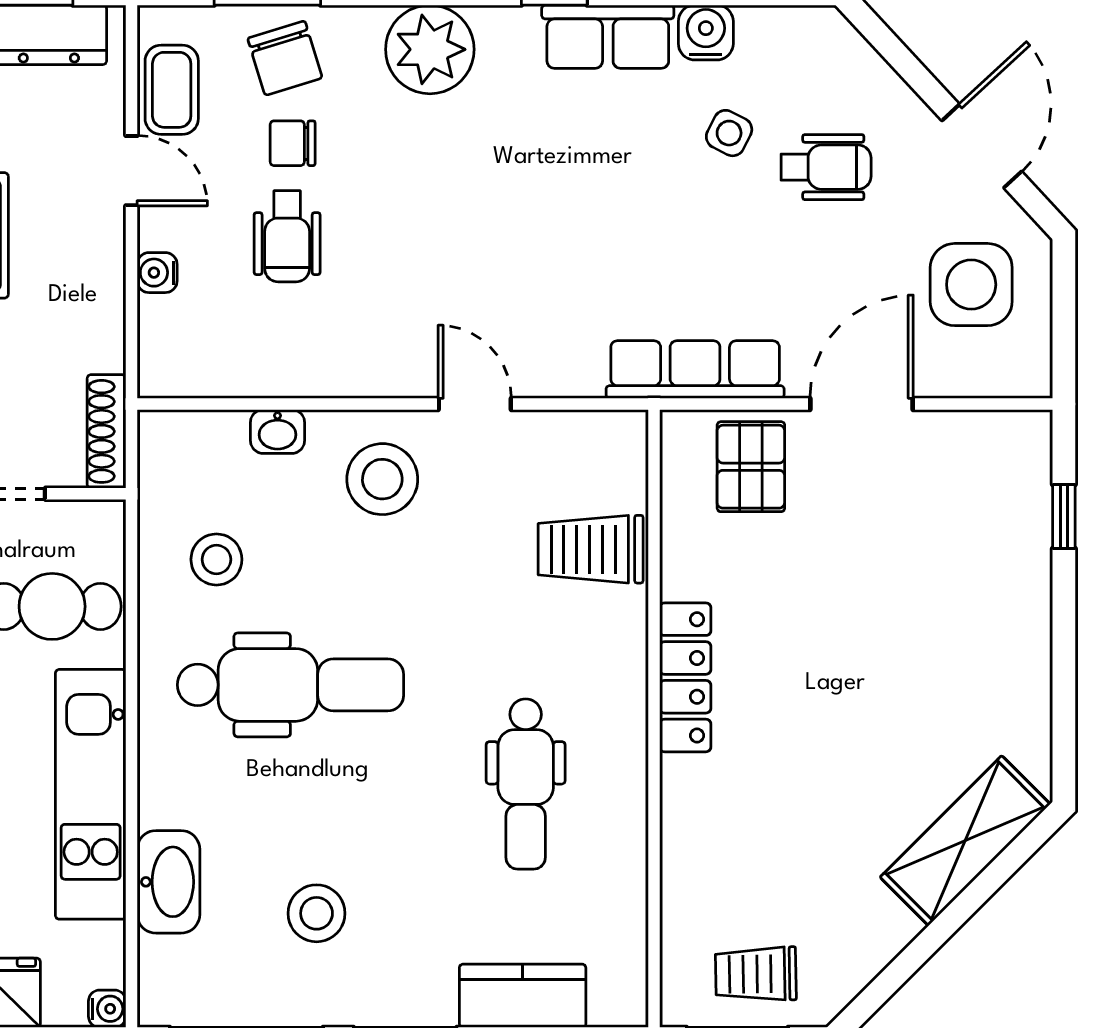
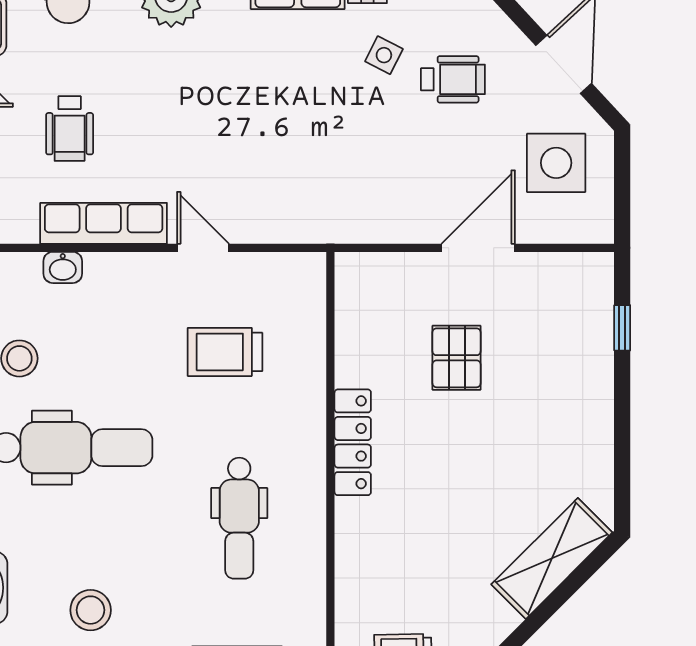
chair: (293, 143) -> (74, 62), removed
row of seats: (695, 369) -> (104, 223), moved
pallet: (751, 467) -> (457, 358), moved
stool: (382, 479) -> (137, 301), removed
trolley: (591, 549) -> (225, 352), moved

